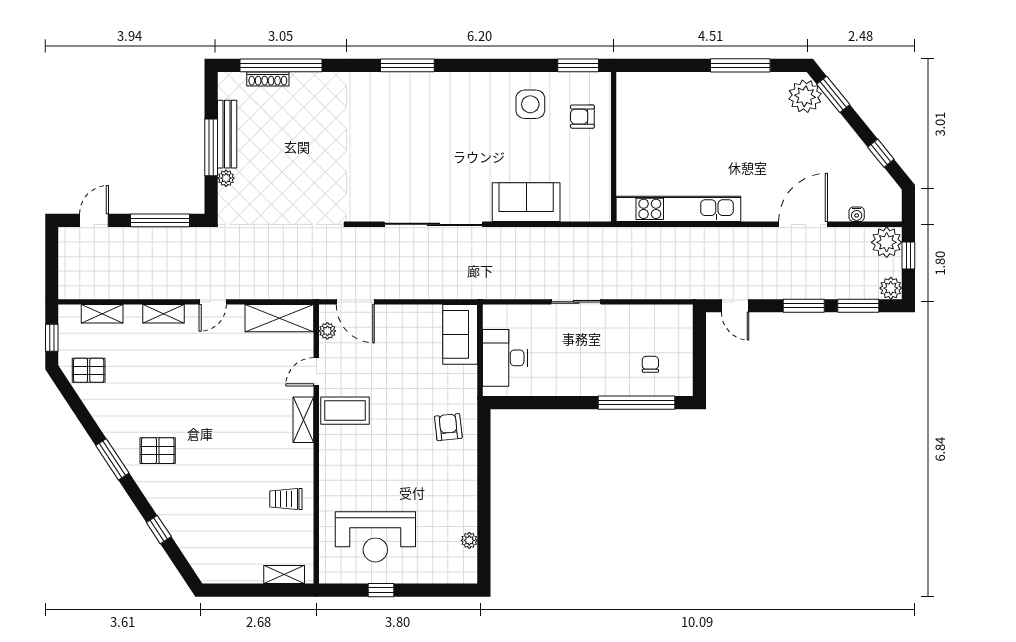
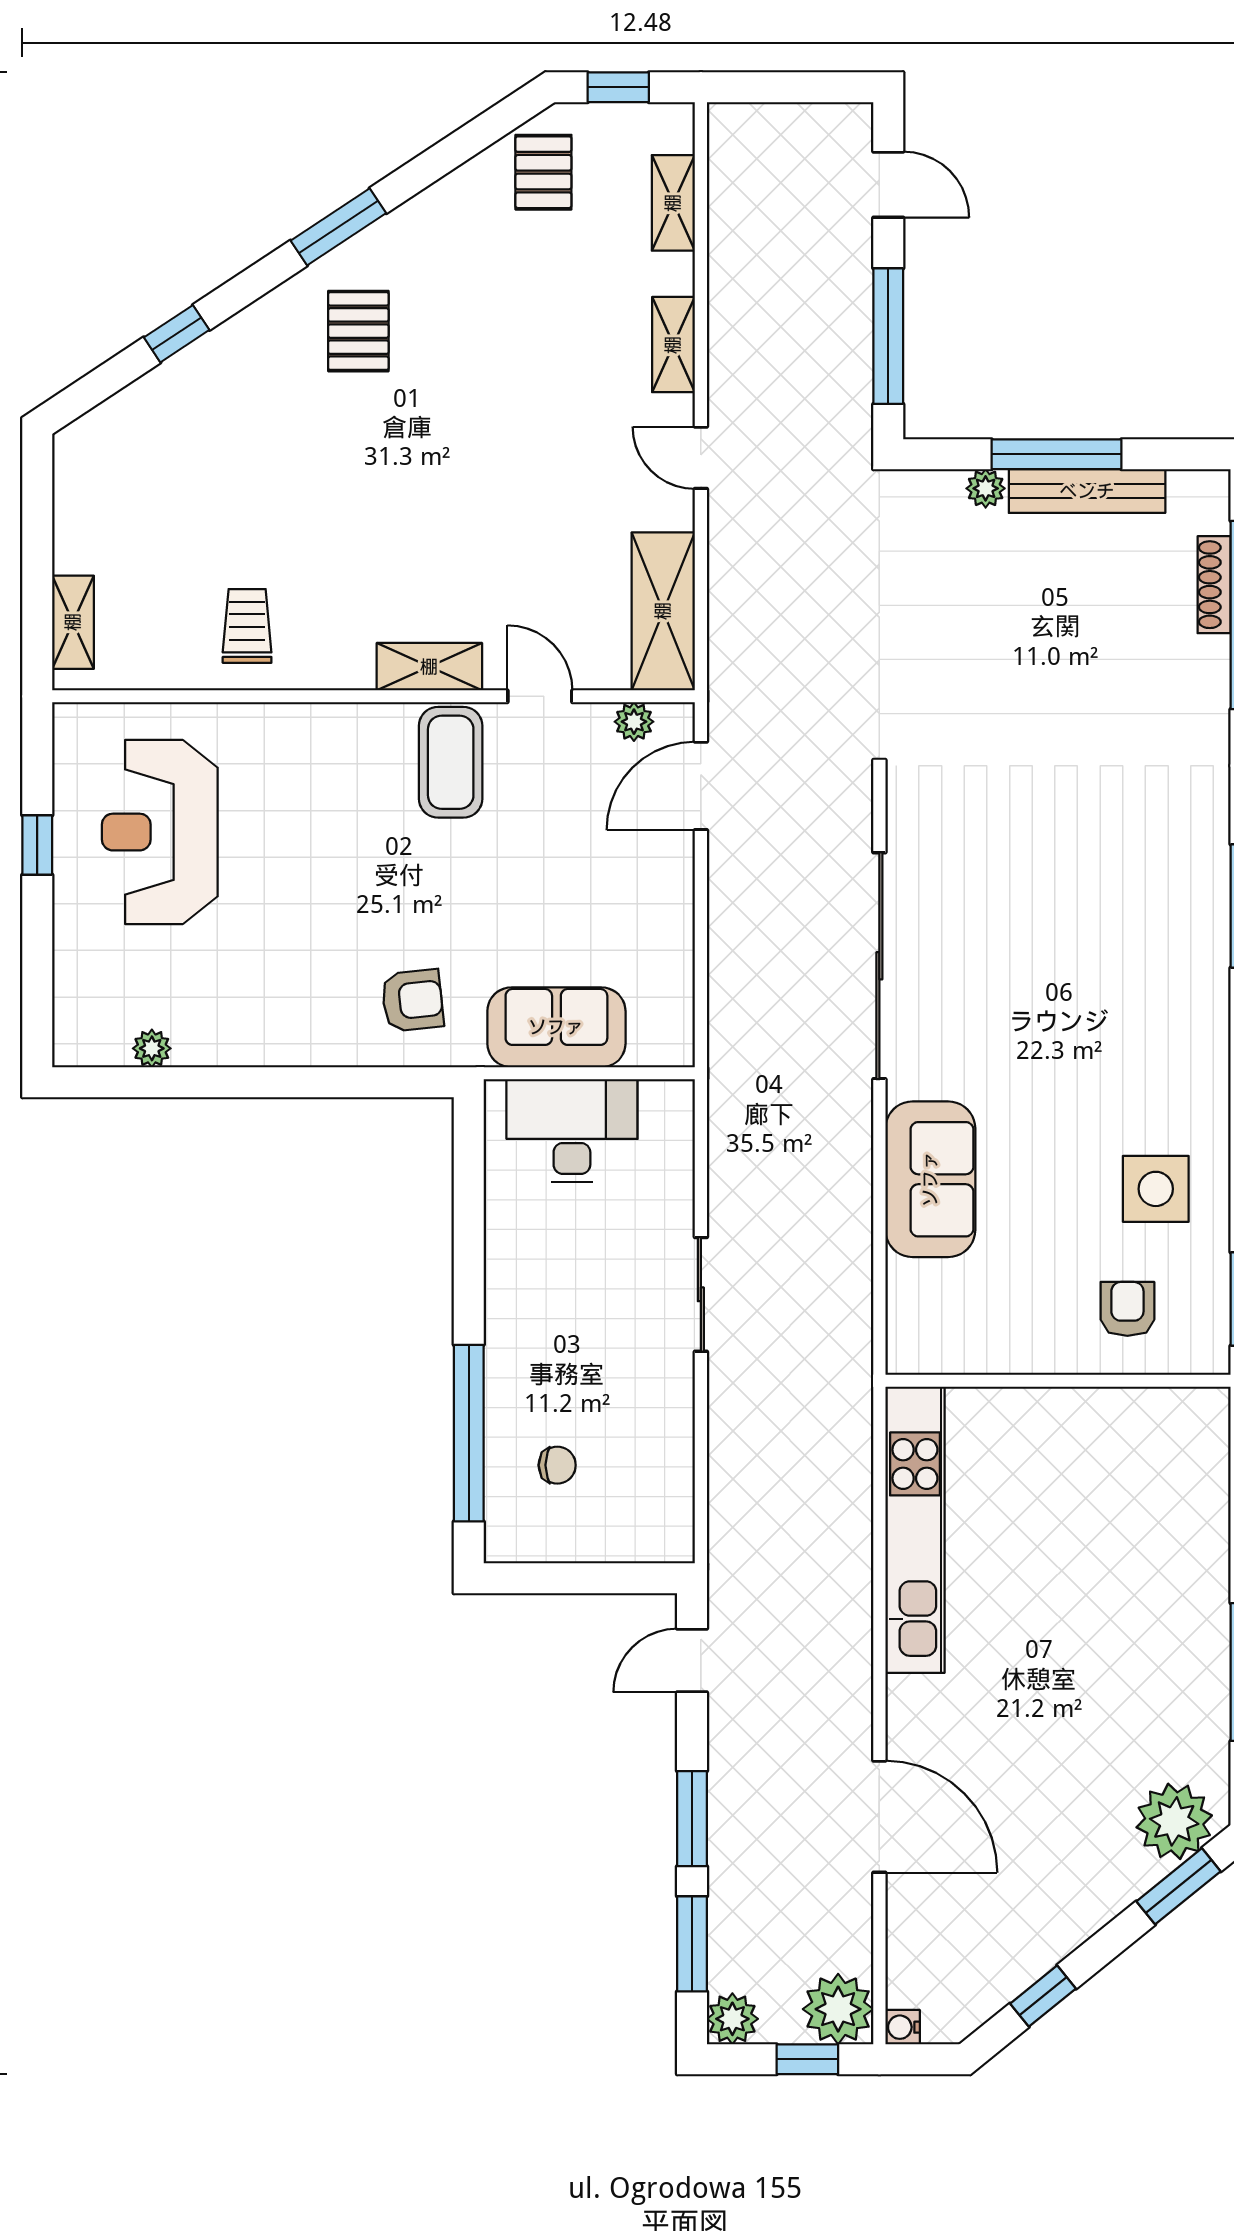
water cooler: (857, 214) -> (903, 2027), moved
sofa: (460, 334) -> (556, 1027), moved

